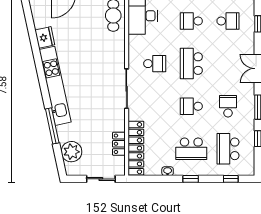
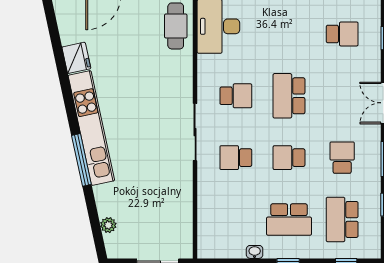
school desk: (191, 21) -> (236, 158), moved
window: (52, 126) -> (81, 160), moved
locker: (119, 144) -> (184, 212), removed
locker: (136, 148) -> (209, 218), removed
plant: (71, 152) -> (108, 225), width x0.53, depth x0.53

